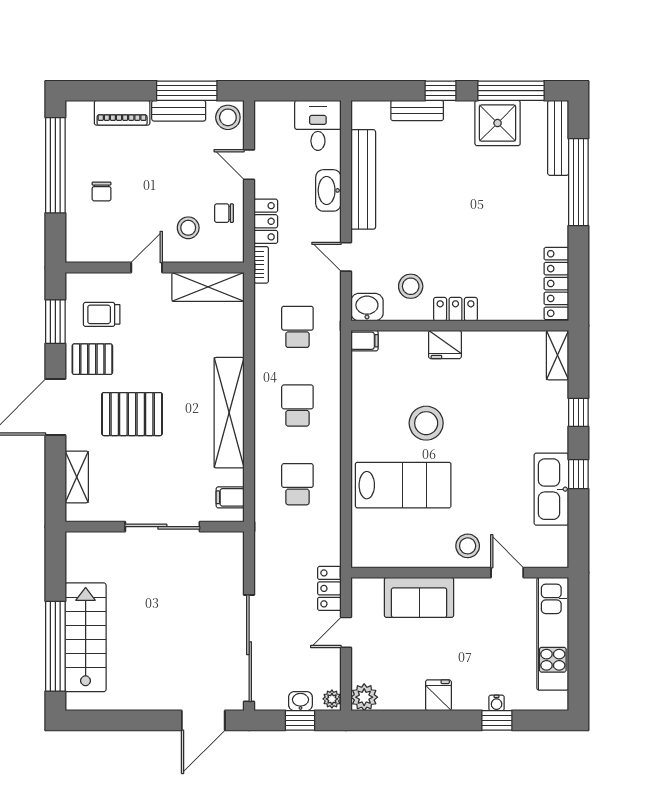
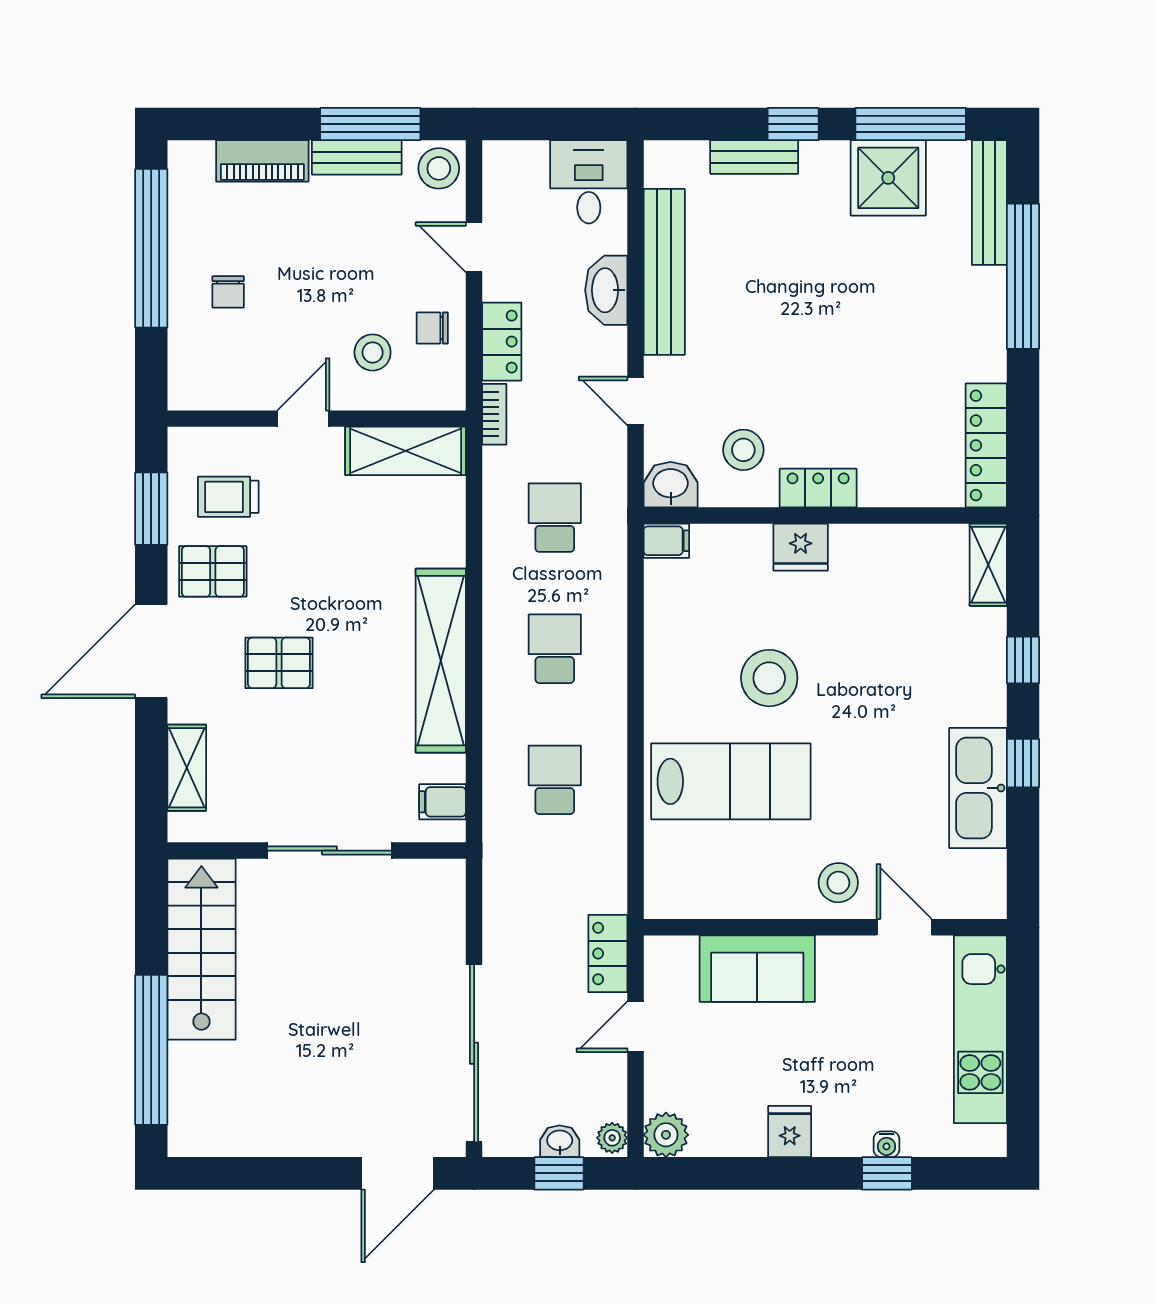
pallet: (132, 414) -> (279, 663), width x0.67, depth x0.71
stairs: (86, 637) -> (201, 949), moved

